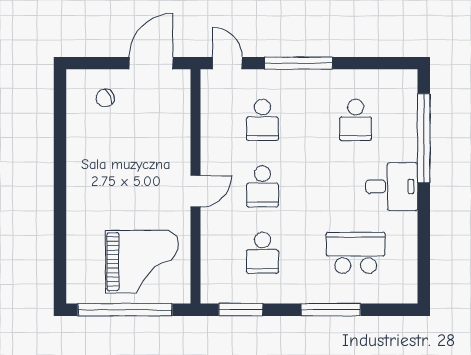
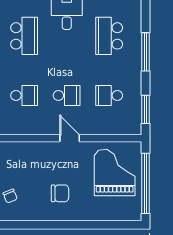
school desk: (356, 120) -> (24, 36), width x1.85
chair: (109, 176) -> (60, 193), added
school desk: (262, 253) -> (109, 95), turned 180

